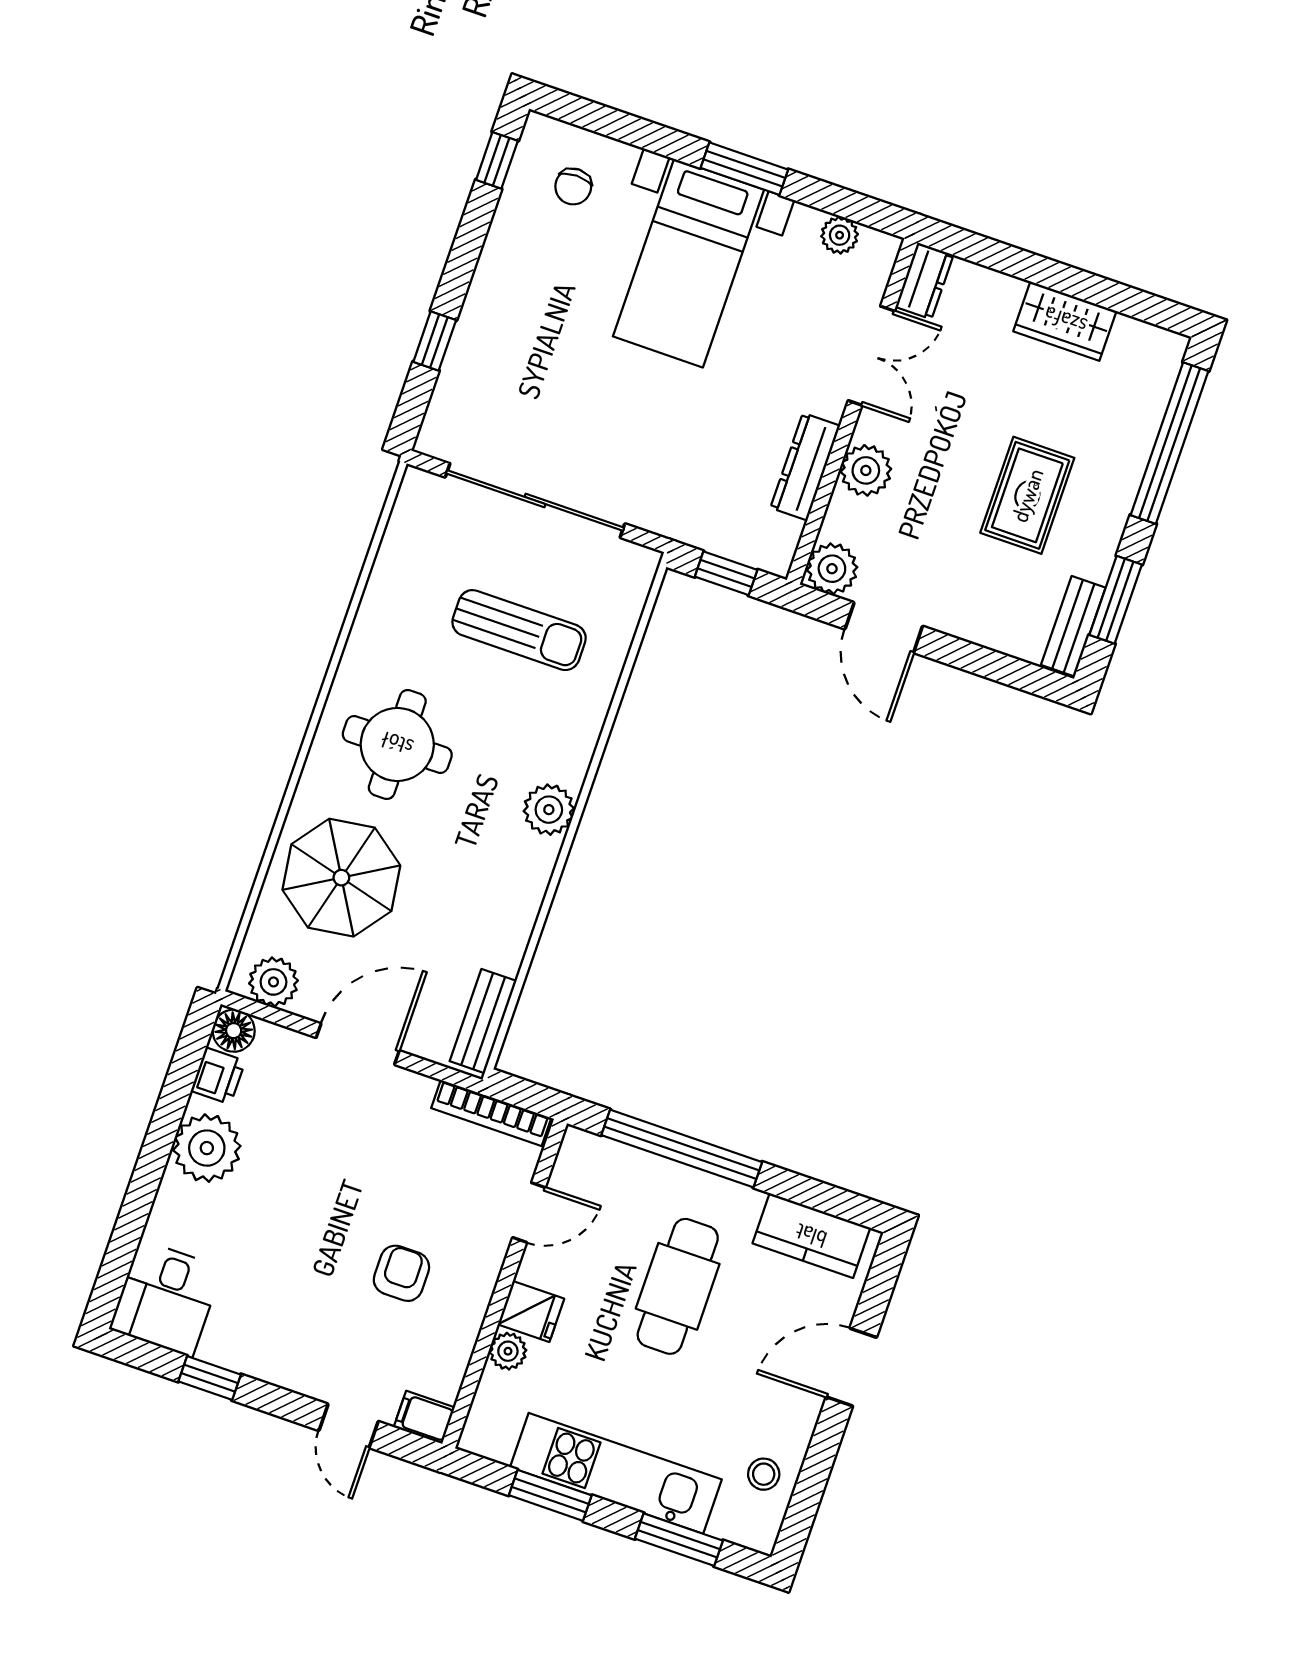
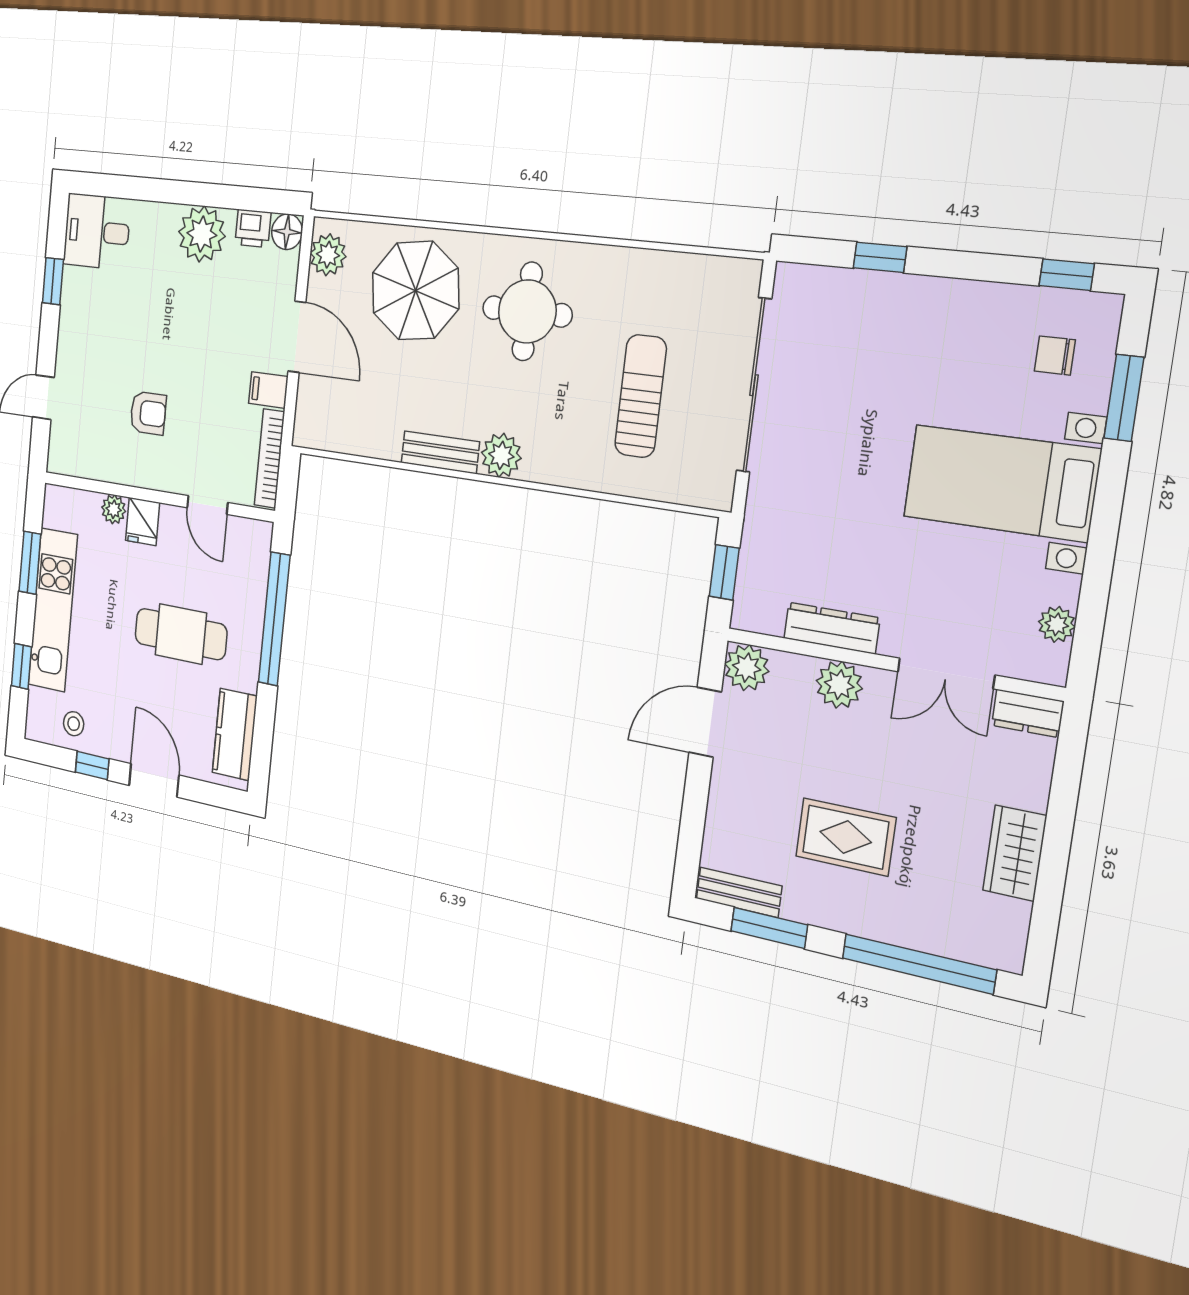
window: (744, 169) -> (1124, 398), moved
sun lounger: (519, 630) -> (641, 396), turned 180
bench: (483, 1021) -> (440, 452), moved
filing cabinet: (424, 1417) -> (268, 390), moved, turned -90
window: (820, 1457) -> (92, 765), added
window: (679, 1540) -> (21, 666), width x0.67

